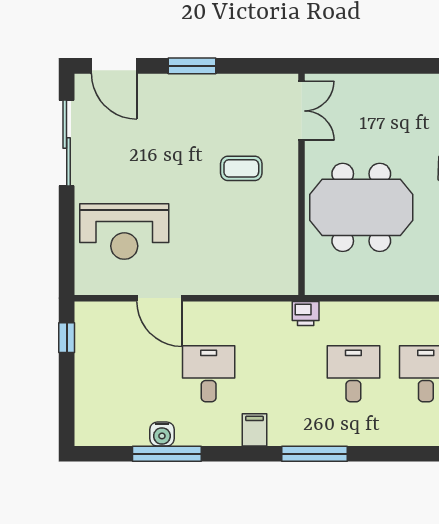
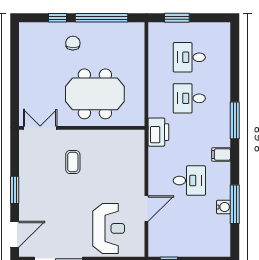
meeting table: (361, 207) -> (95, 94), turned 90
printer: (306, 313) -> (158, 132), width x1.87, depth x1.48
desk: (209, 374) -> (189, 181), turned 180

